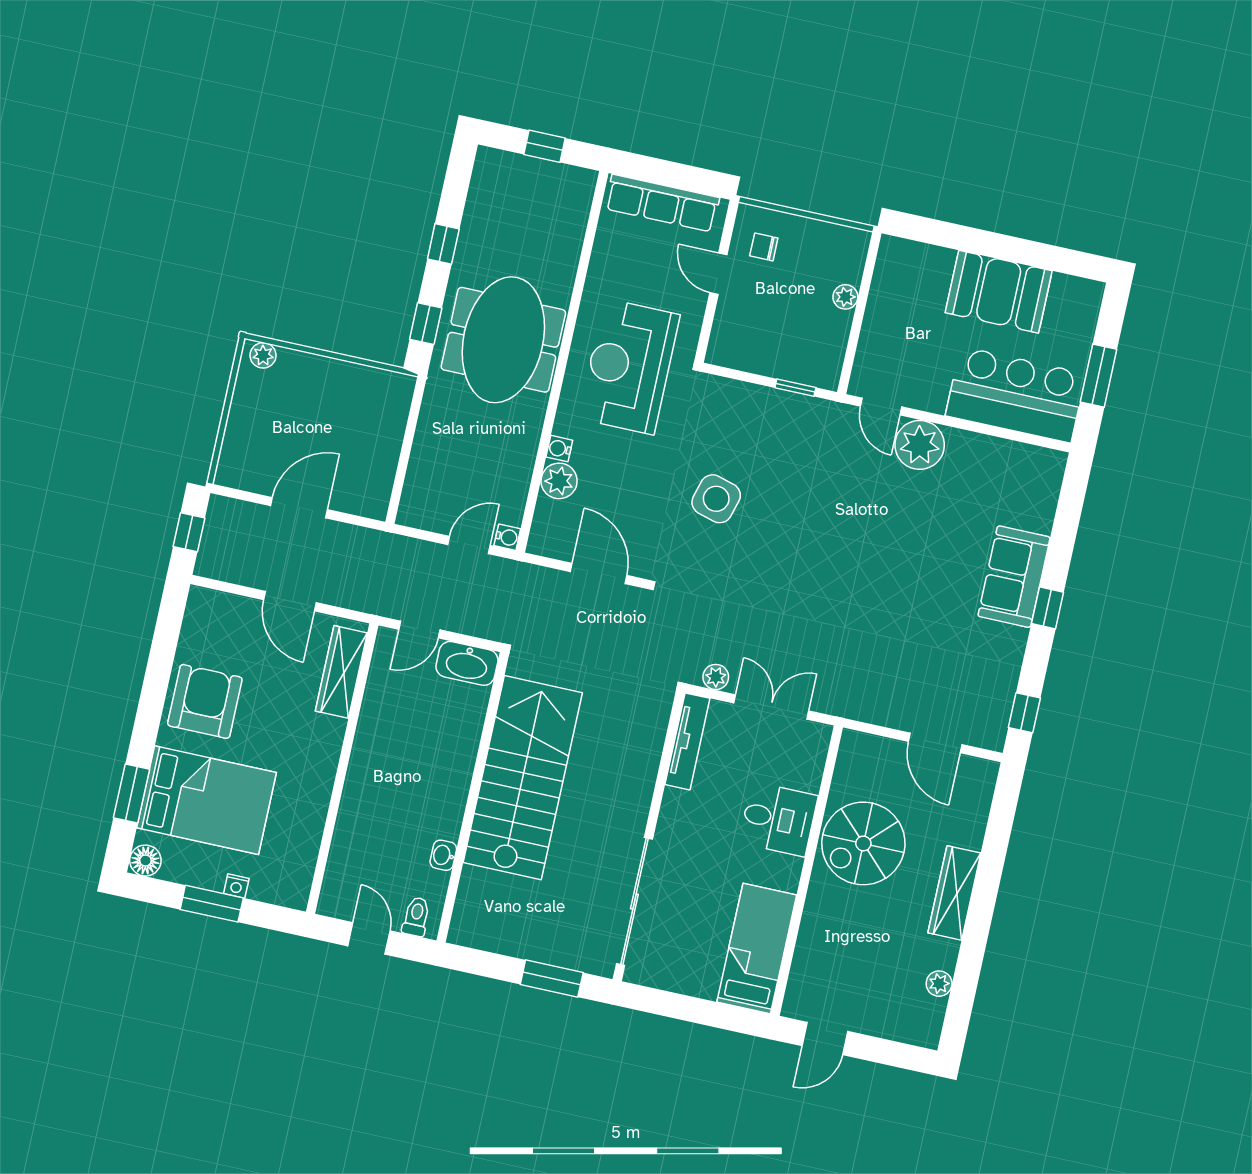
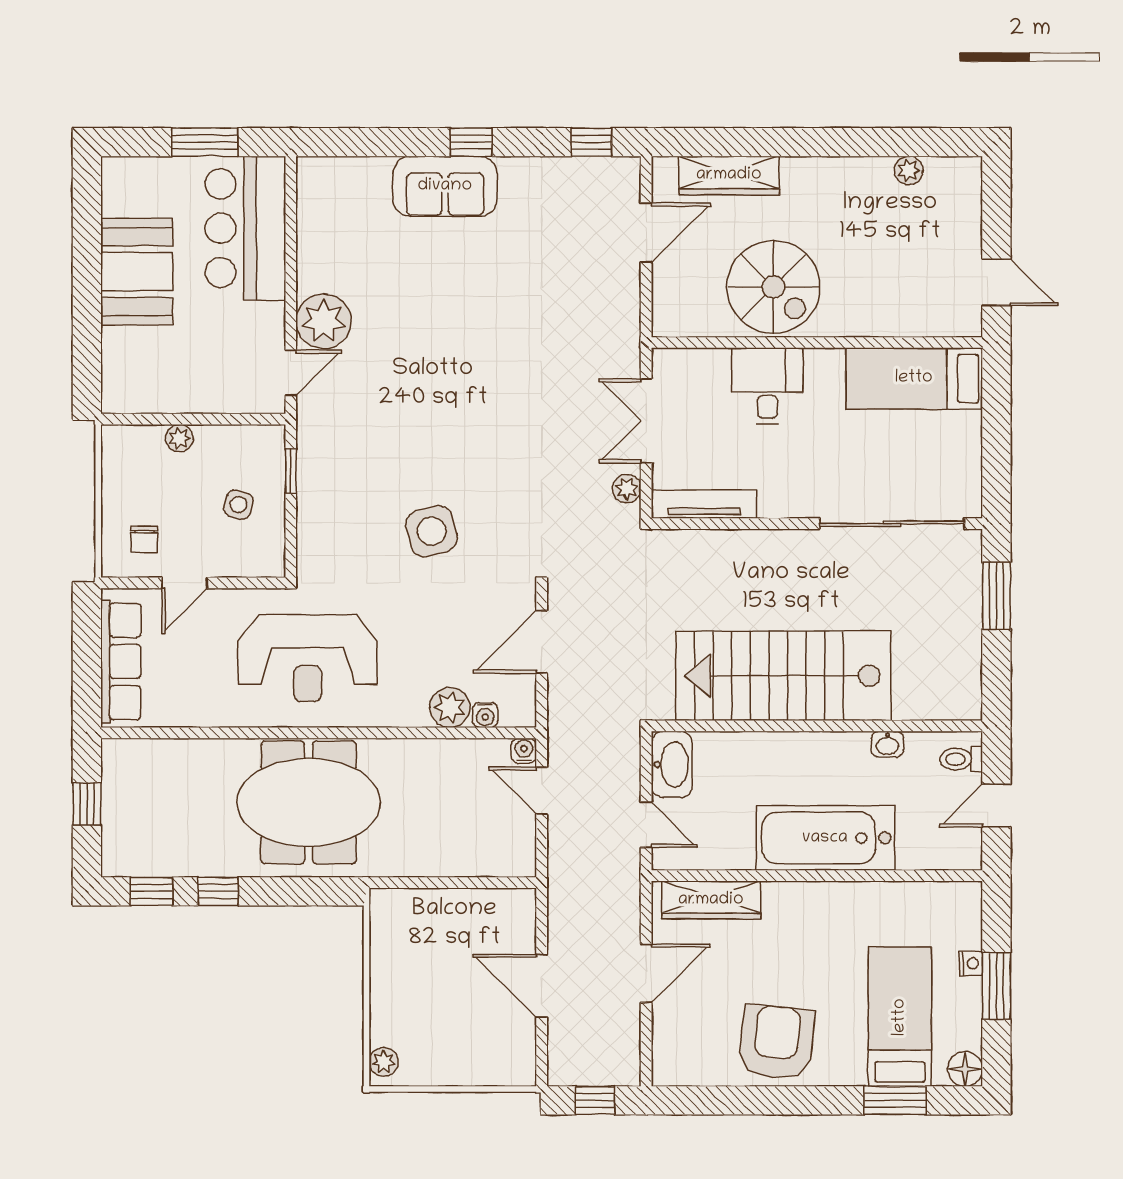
window: (426, 324) -> (151, 891), moved
side table: (776, 336) -> (238, 505), added
water cooler: (559, 449) -> (485, 715), moved
side table: (716, 499) -> (432, 531), turned -32
armchair: (205, 701) -> (777, 1042), turned 96
bathtub: (373, 783) -> (825, 838), added
bed: (207, 800) -> (900, 1017), width x0.67
wardrobe: (954, 893) -> (729, 175), moved

